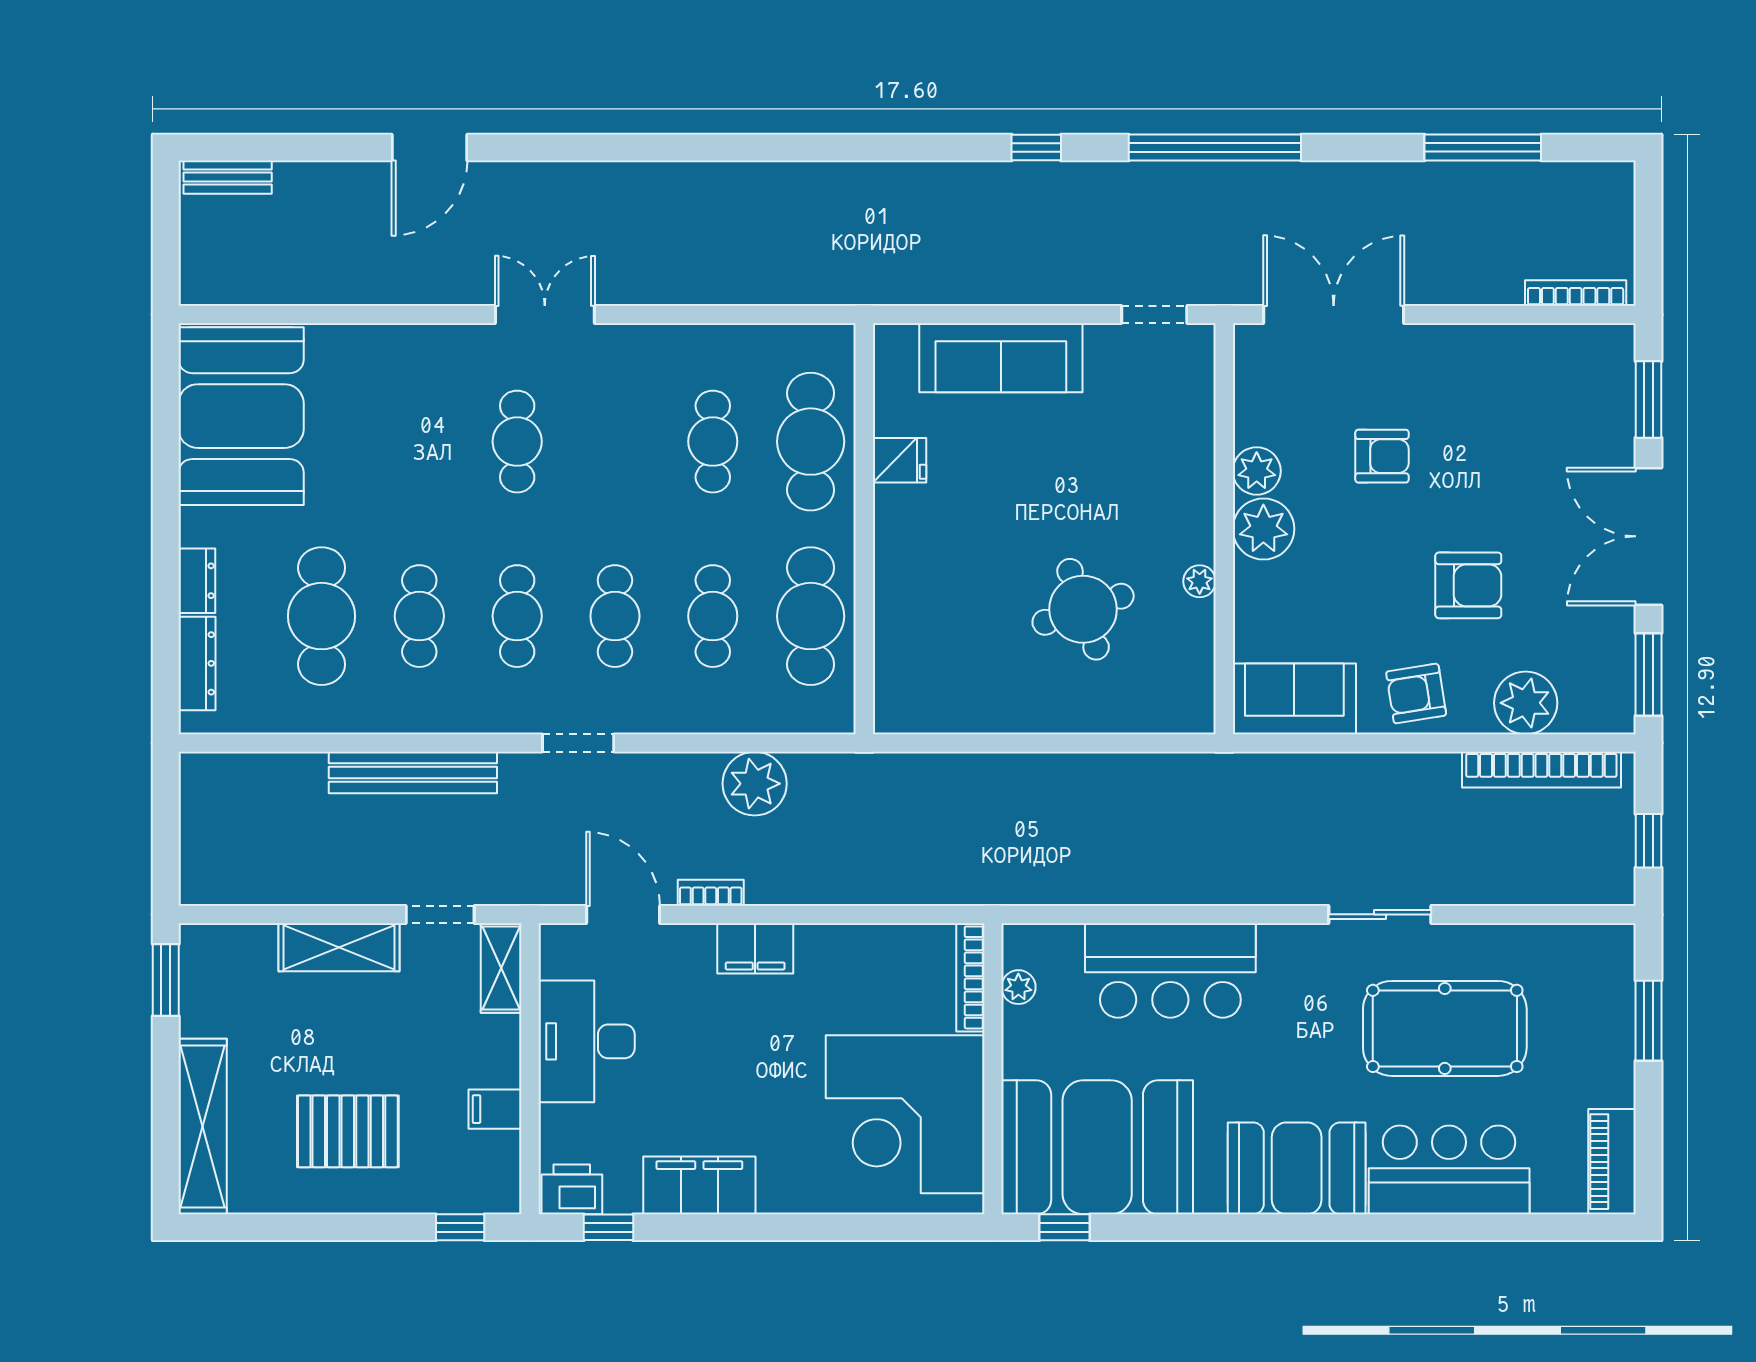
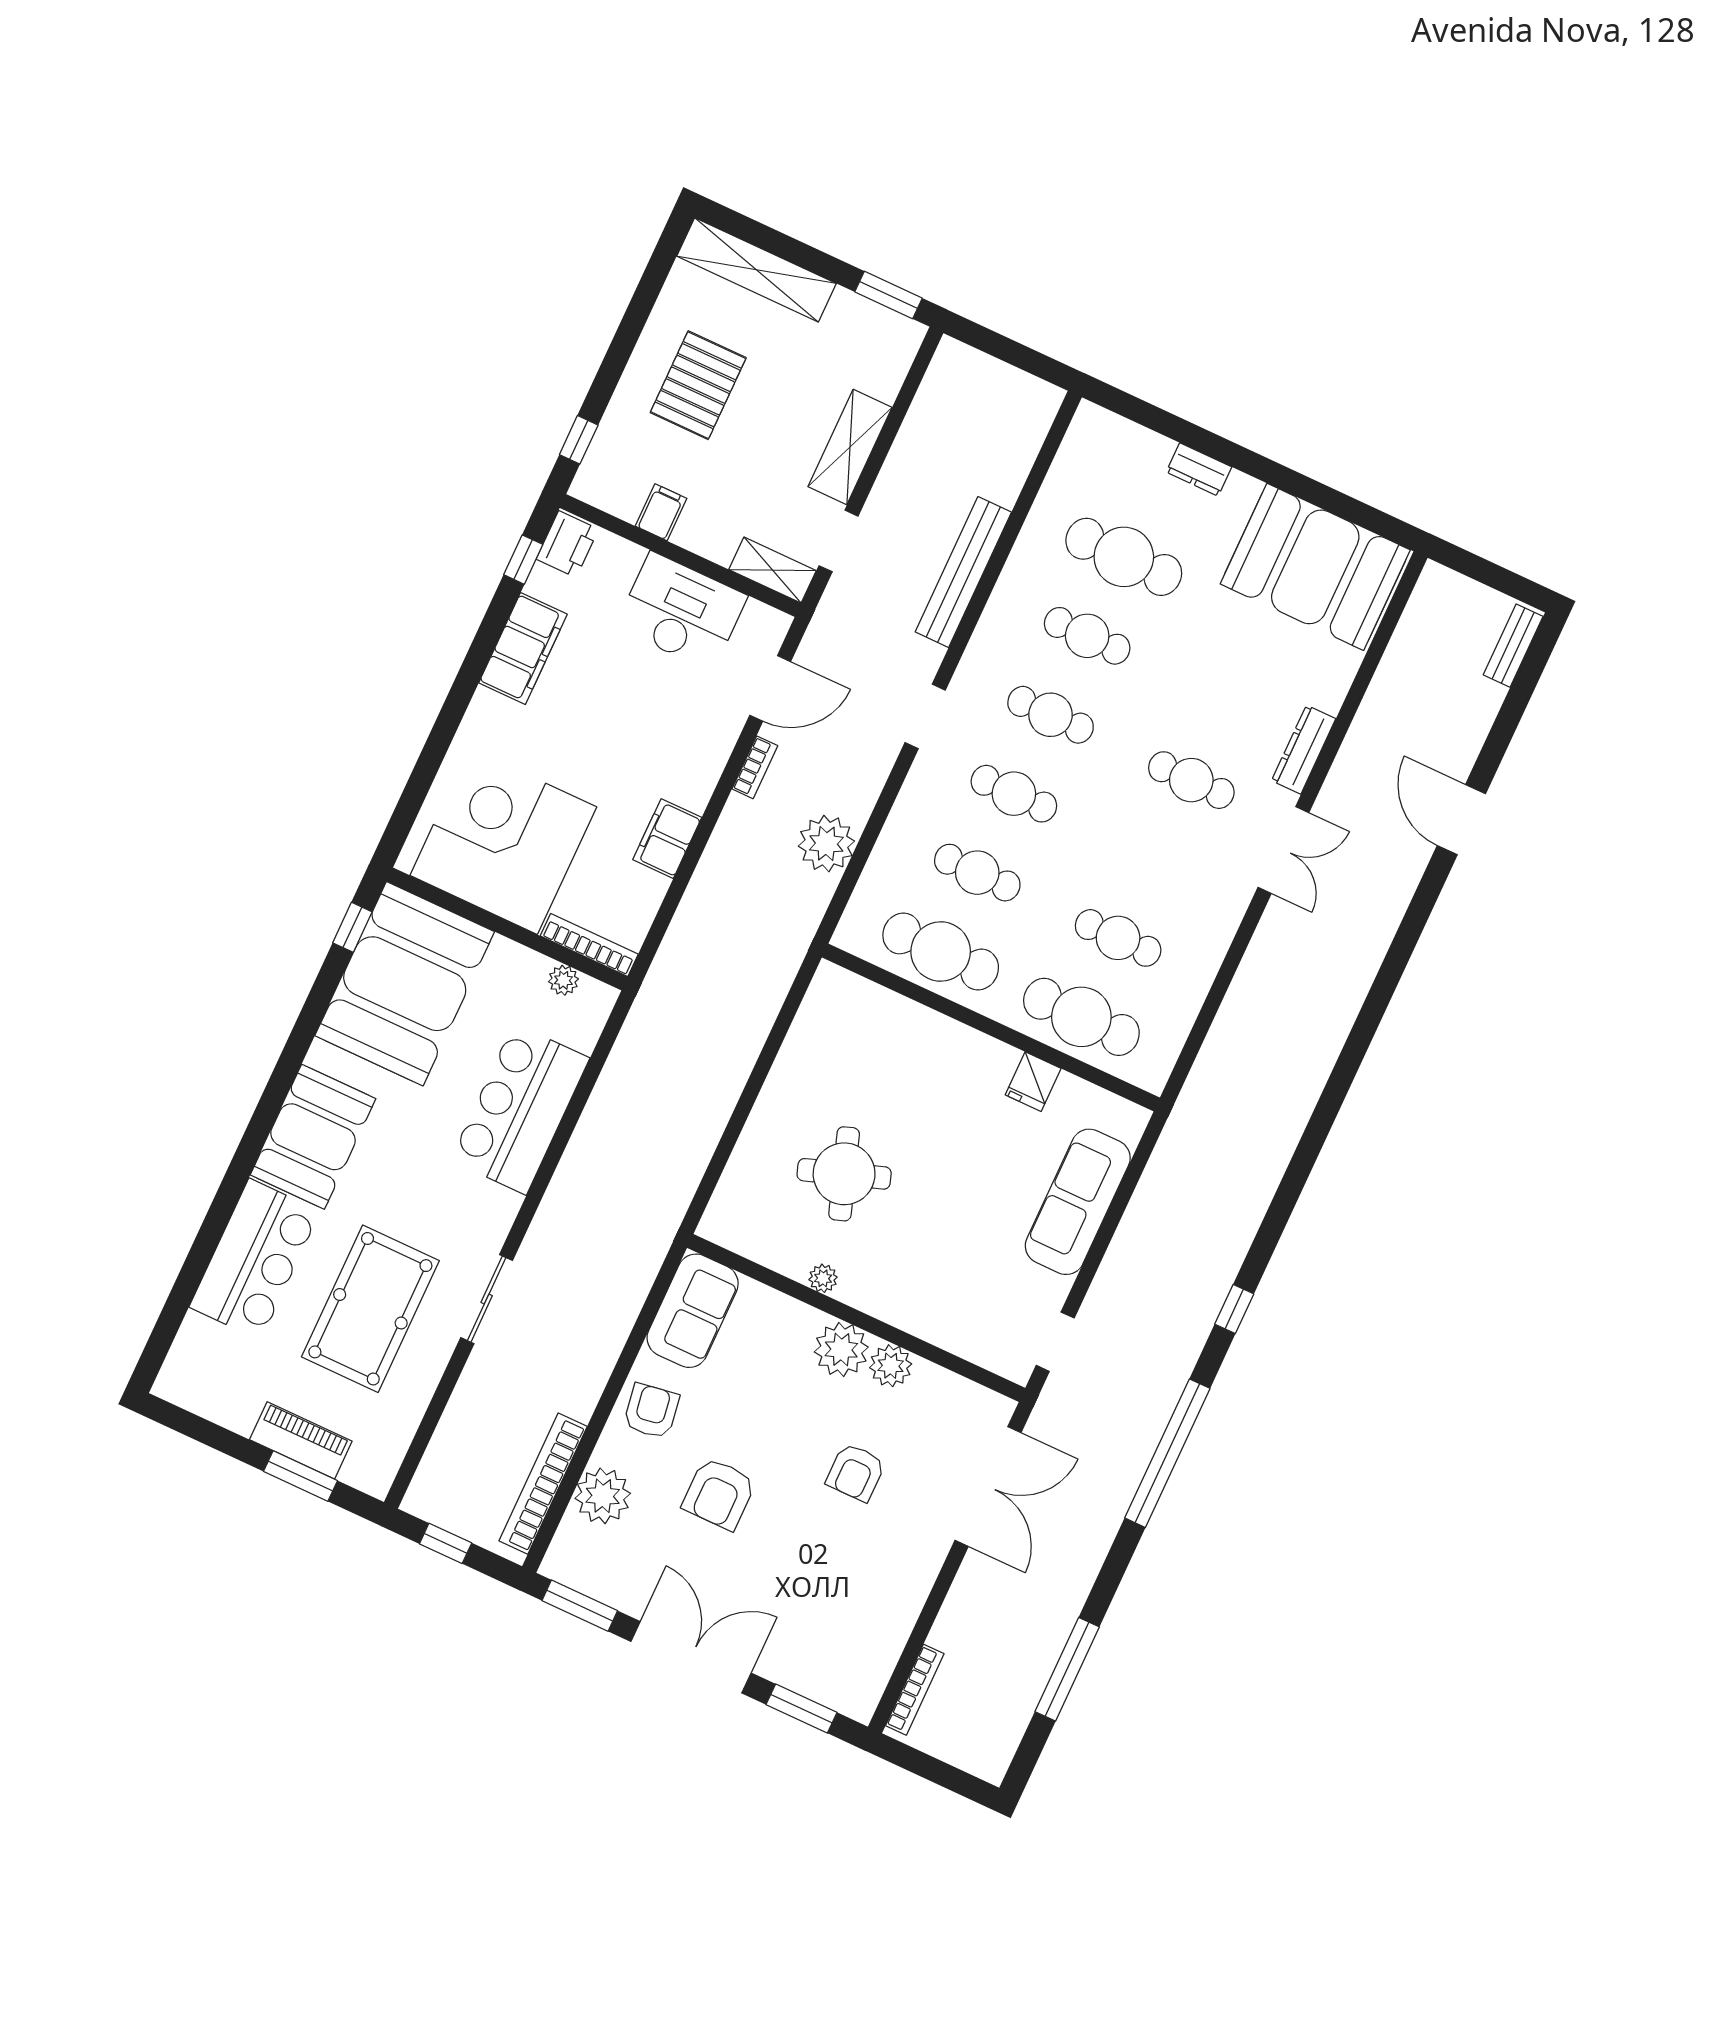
dresser: (197, 663) -> (1304, 750), moved, turned 90
filing cabinet: (755, 948) -> (667, 839), moved
piano: (1612, 1162) -> (301, 1440), moved

